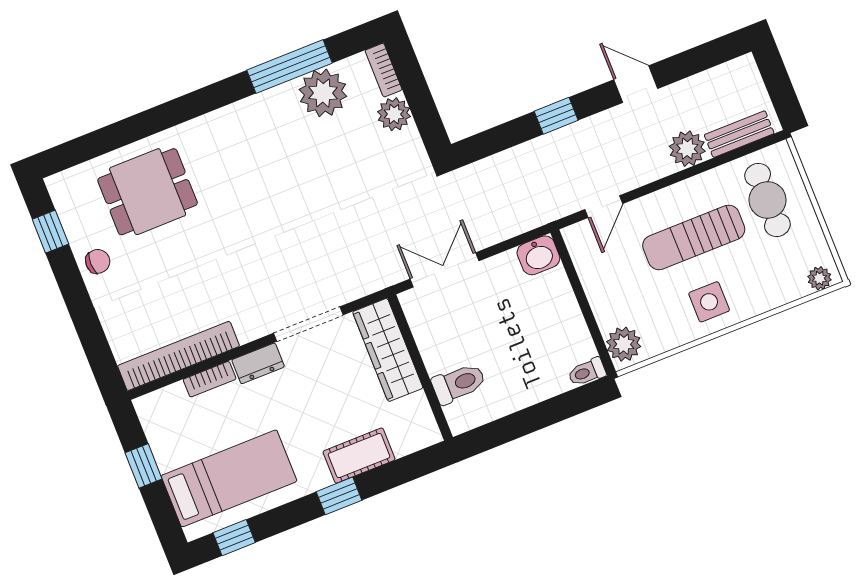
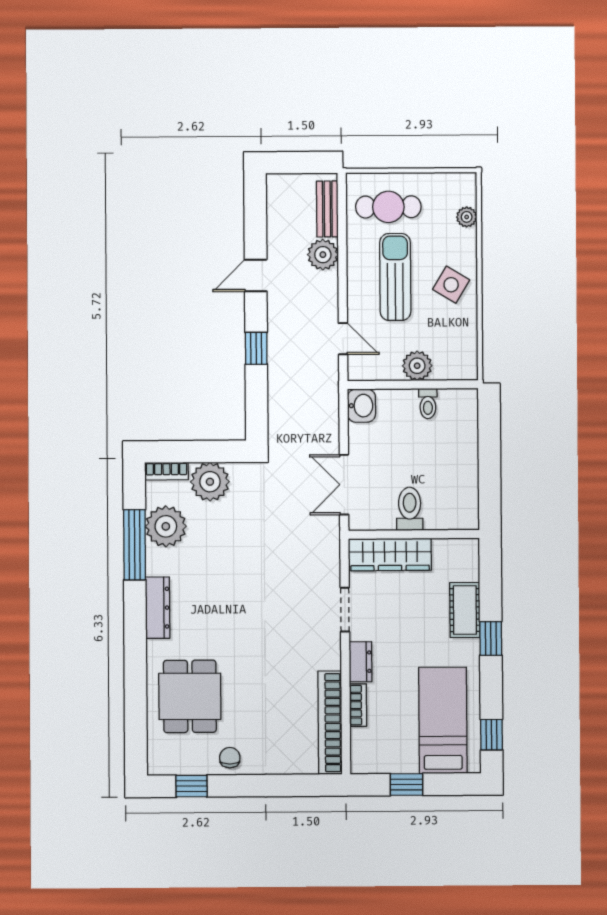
plant: (394, 114) -> (210, 482), width x1.36, depth x1.36
dresser: (231, 119) -> (158, 608), added
sun lounger: (694, 237) -> (395, 277), turned 180
plant: (819, 278) -> (467, 217), moved
side table: (709, 302) -> (451, 285), turned 31
doorway: (308, 324) -> (345, 610), width x0.73
plant: (624, 344) -> (417, 366), moved
toilet: (587, 372) -> (428, 404), moved
toilet: (459, 383) -> (410, 509), moved

